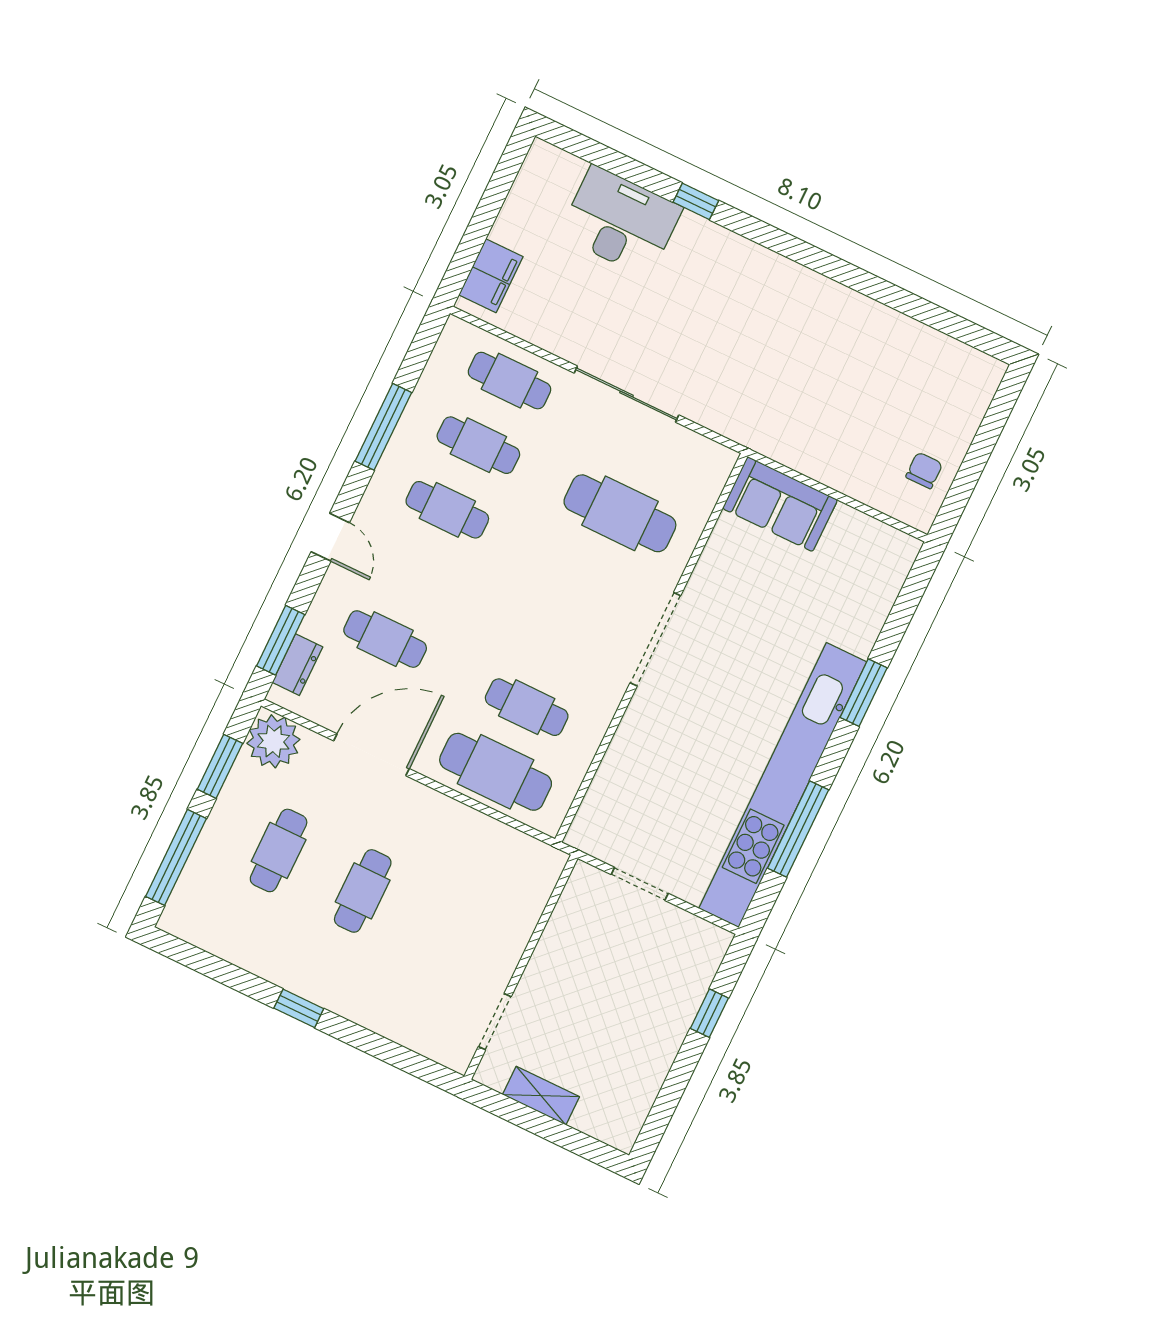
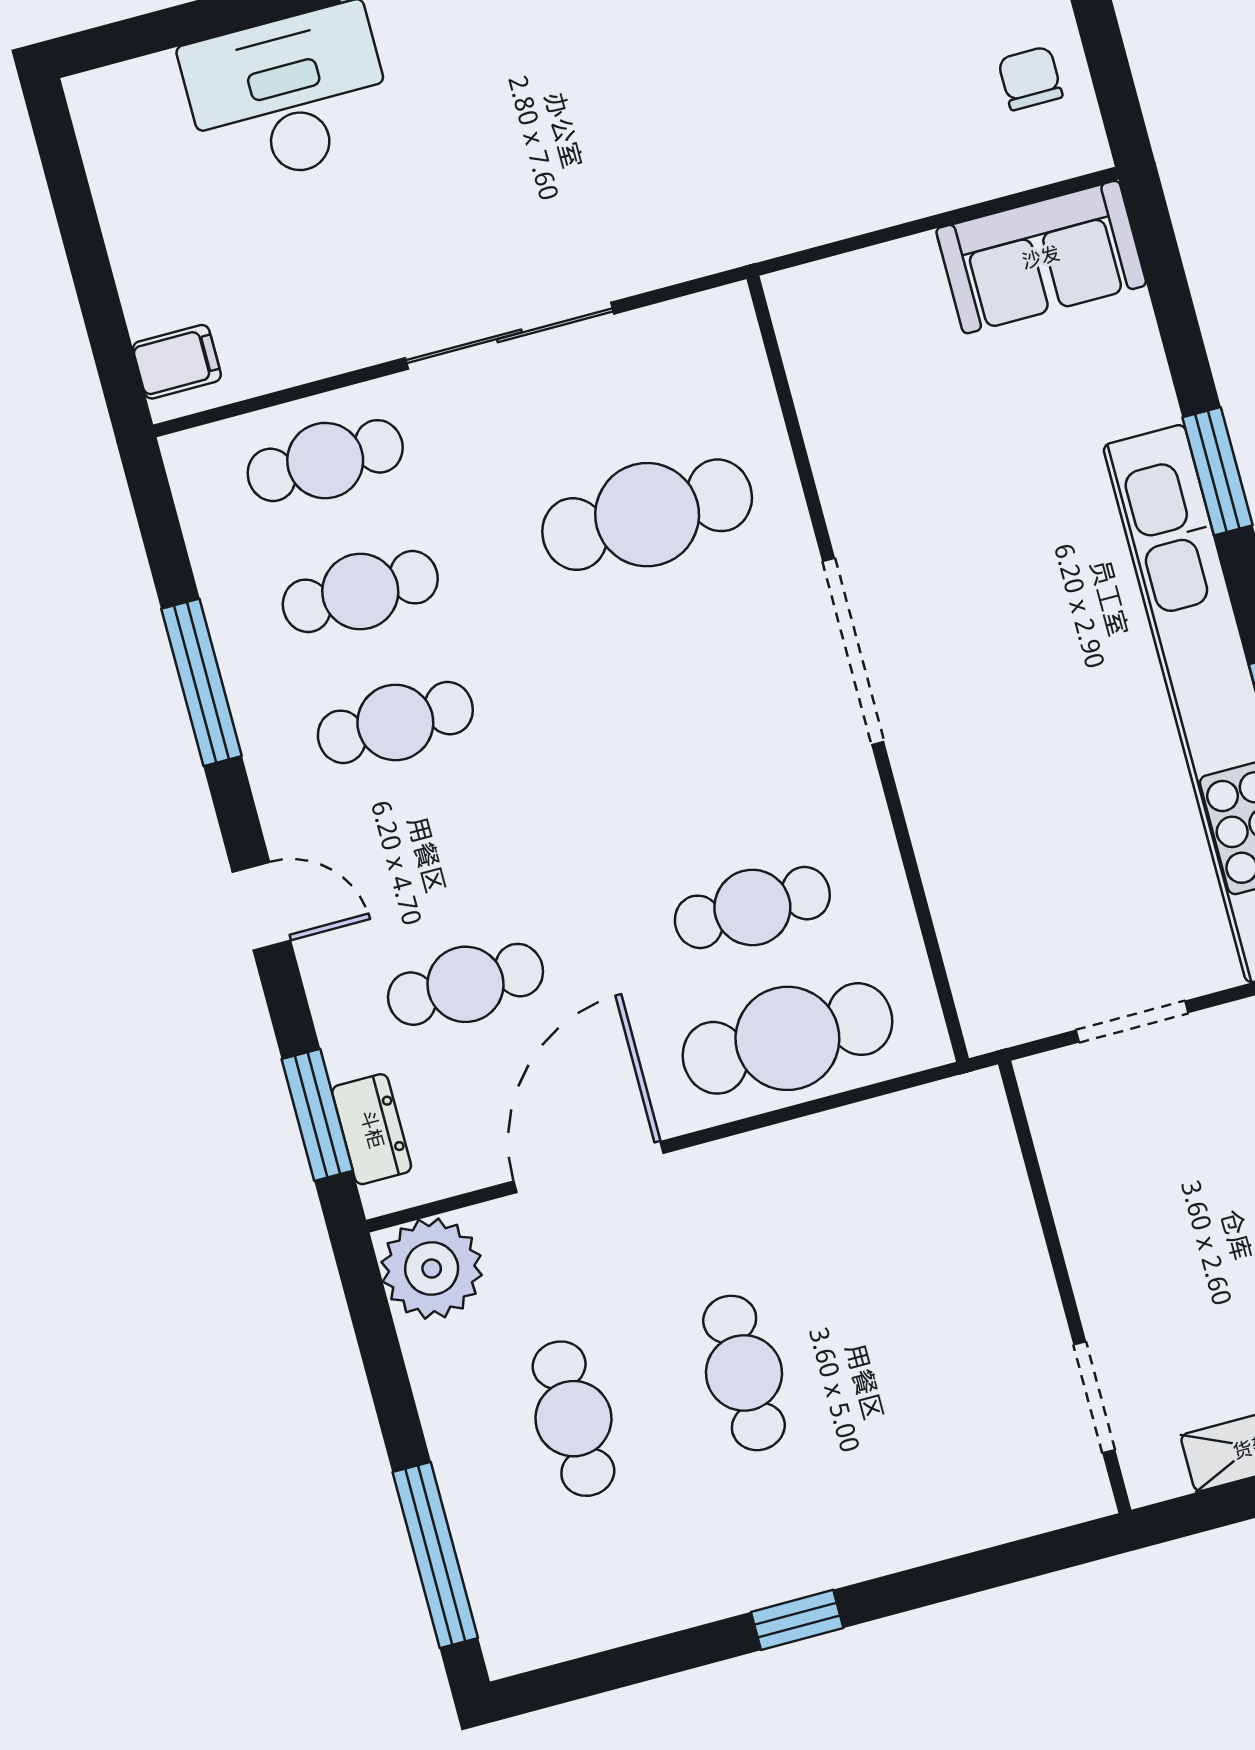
filing cabinet: (491, 276) -> (177, 362), width x0.50
sofa: (780, 504) -> (1041, 257), moved
window: (220, 766) -> (386, 1370), removed

